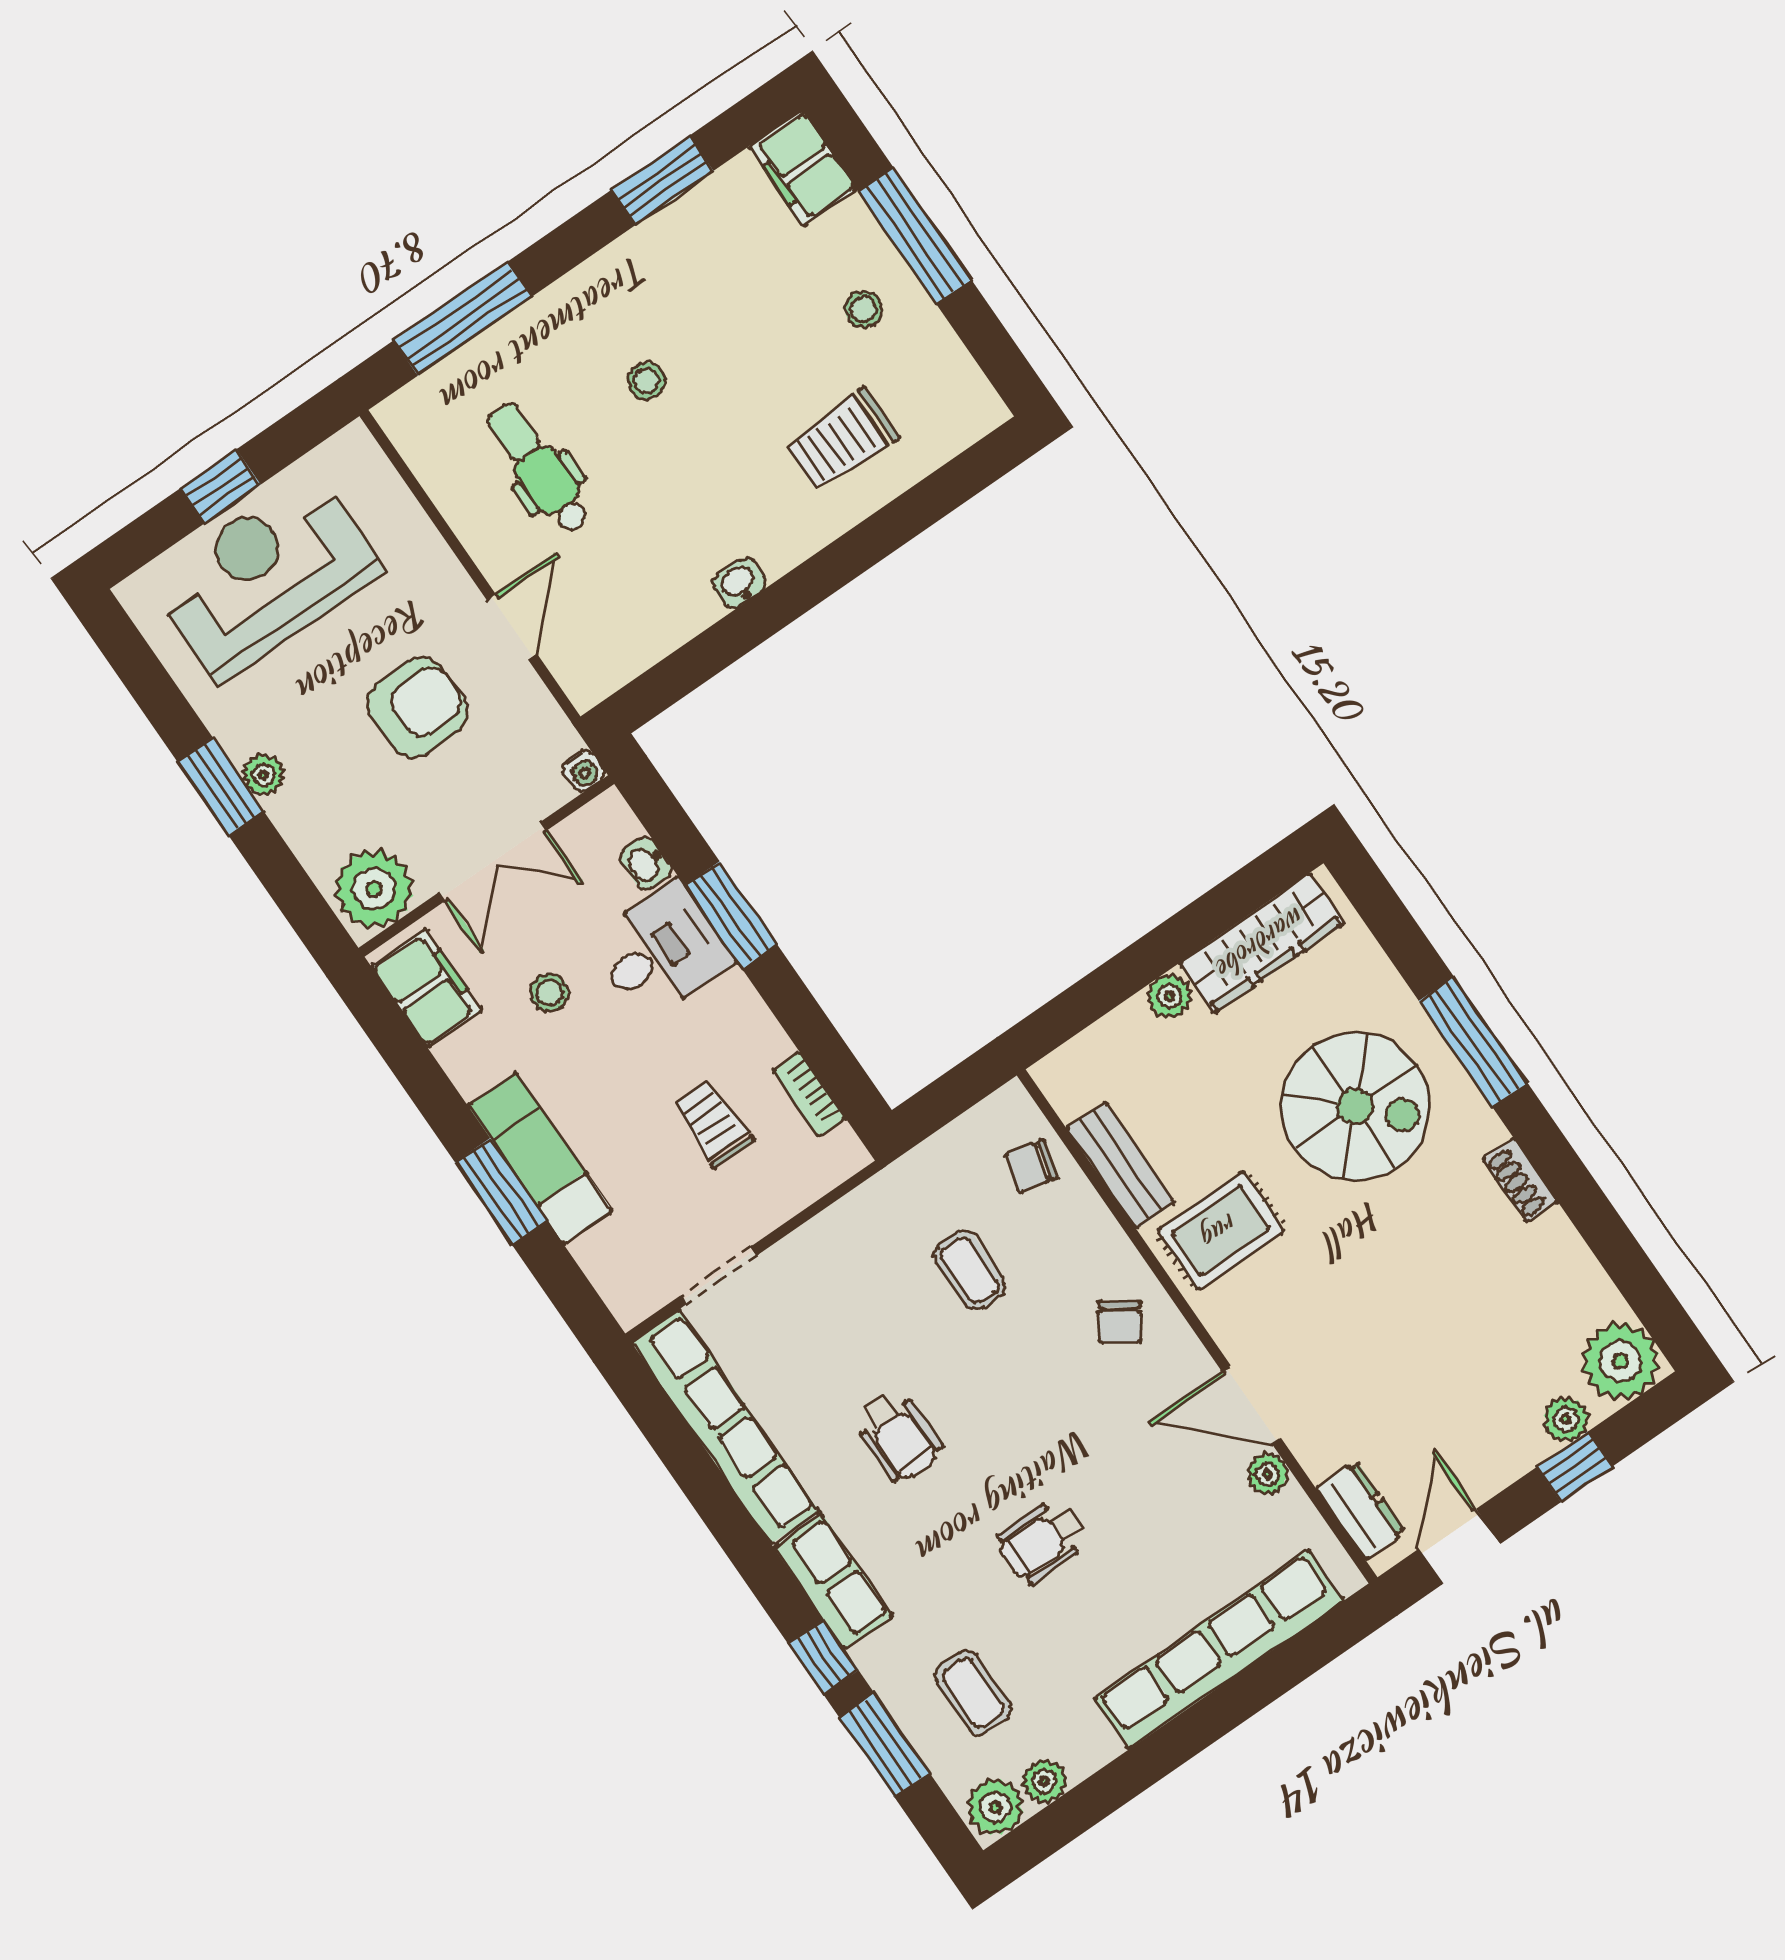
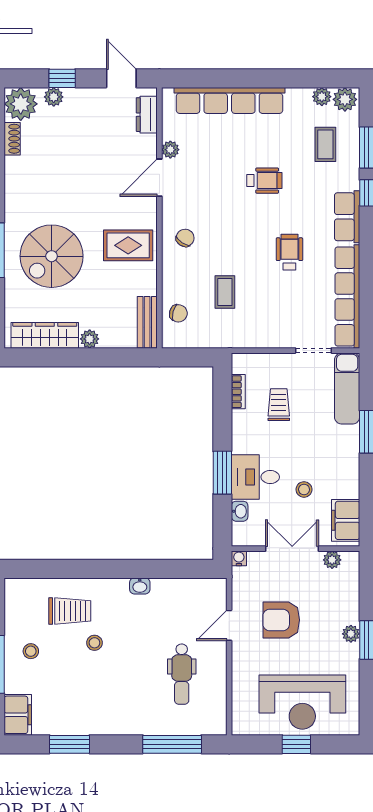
stool: (647, 381) -> (94, 643), moved
plant: (374, 889) -> (332, 560), width x0.53, depth x0.53
spiral stairs: (1355, 1106) -> (52, 256), turned -90
trolley: (713, 1124) -> (279, 405), turned 180
exam couch: (540, 1158) -> (347, 388), moved
bench: (1121, 1165) -> (147, 322), moved
shoe rack: (1520, 1180) -> (12, 139), moved
door: (1251, 1405) -> (159, 178), swing flipped
door: (1459, 1547) -> (121, 78), swing flipped

